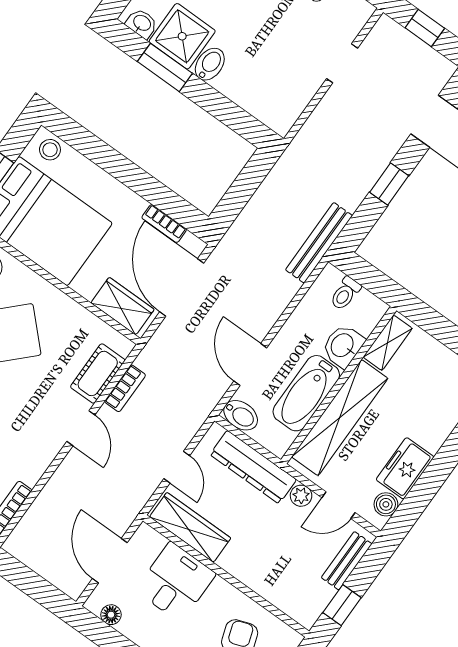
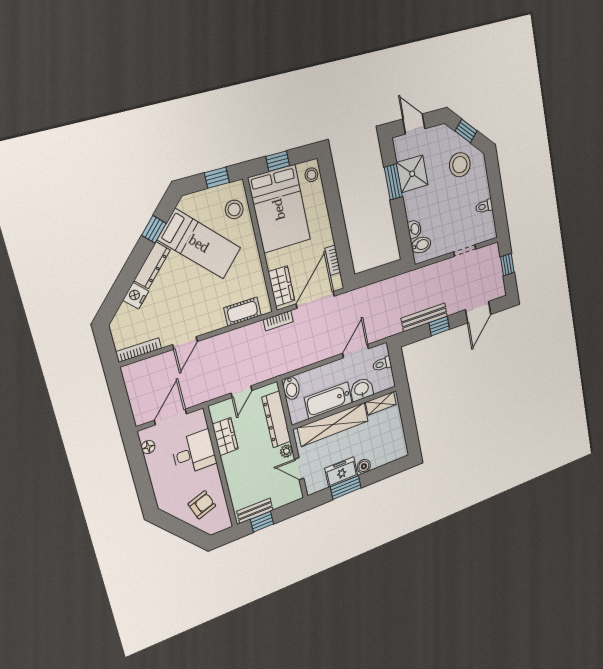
washbasin: (142, 23) -> (415, 229), moved
bidet: (210, 64) -> (421, 245), moved
bench: (319, 243) -> (424, 317), moved
door: (250, 364) -> (356, 351), moved
bookcase: (125, 388) -> (278, 321), moved
door: (81, 428) -> (185, 343), moved
window: (429, 483) -> (346, 487), added
boiler: (386, 504) -> (364, 466), moved
wardrobe: (190, 527) -> (225, 437), width x0.67
bench: (347, 561) -> (255, 511), moved

